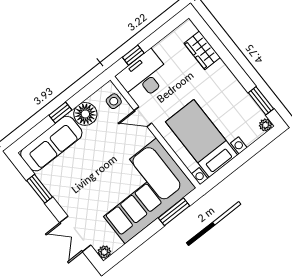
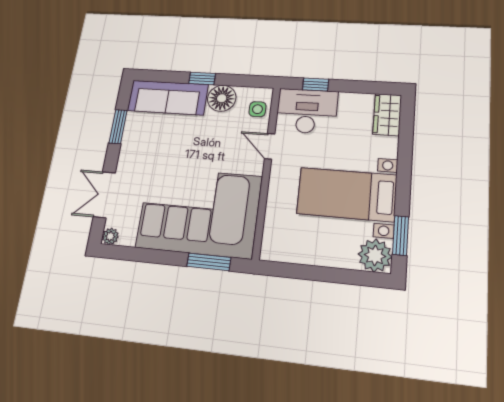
wardrobe: (202, 50) -> (387, 115), moved
plant: (265, 125) -> (375, 255), width x1.87, depth x1.87
bed with nightstands: (202, 138) -> (347, 194), moved, turned -90

